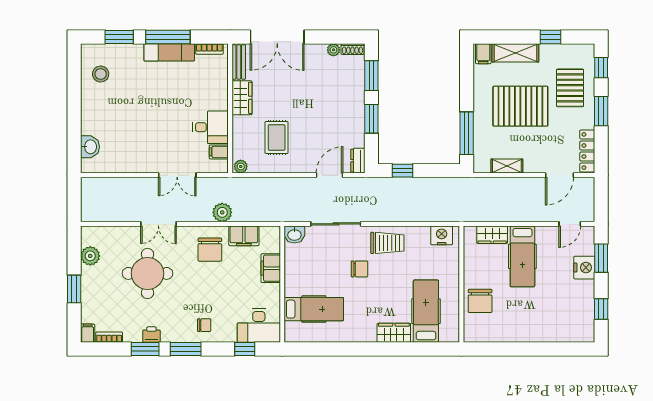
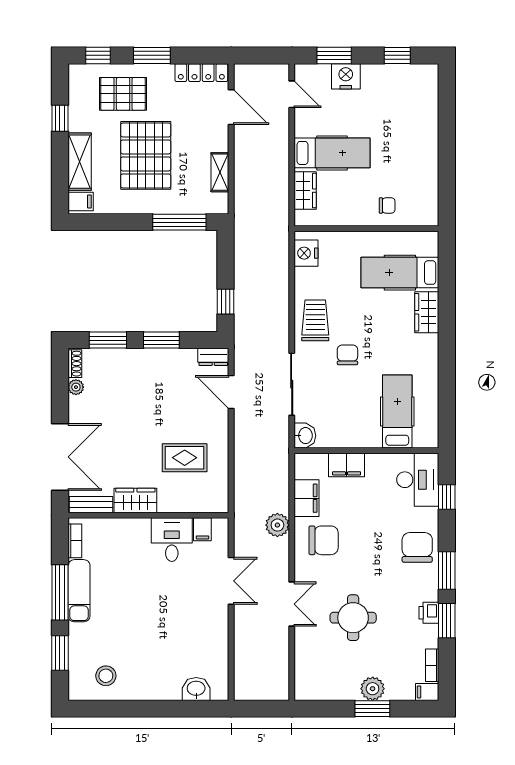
plant: (241, 166) -> (220, 502), removed
plant: (90, 256) -> (373, 689), moved
round table: (148, 273) -> (353, 618), width x0.73, depth x0.73
chair: (480, 301) -> (387, 205), width x0.54, depth x0.54
chair: (204, 325) -> (417, 547), width x1.87, depth x1.87

